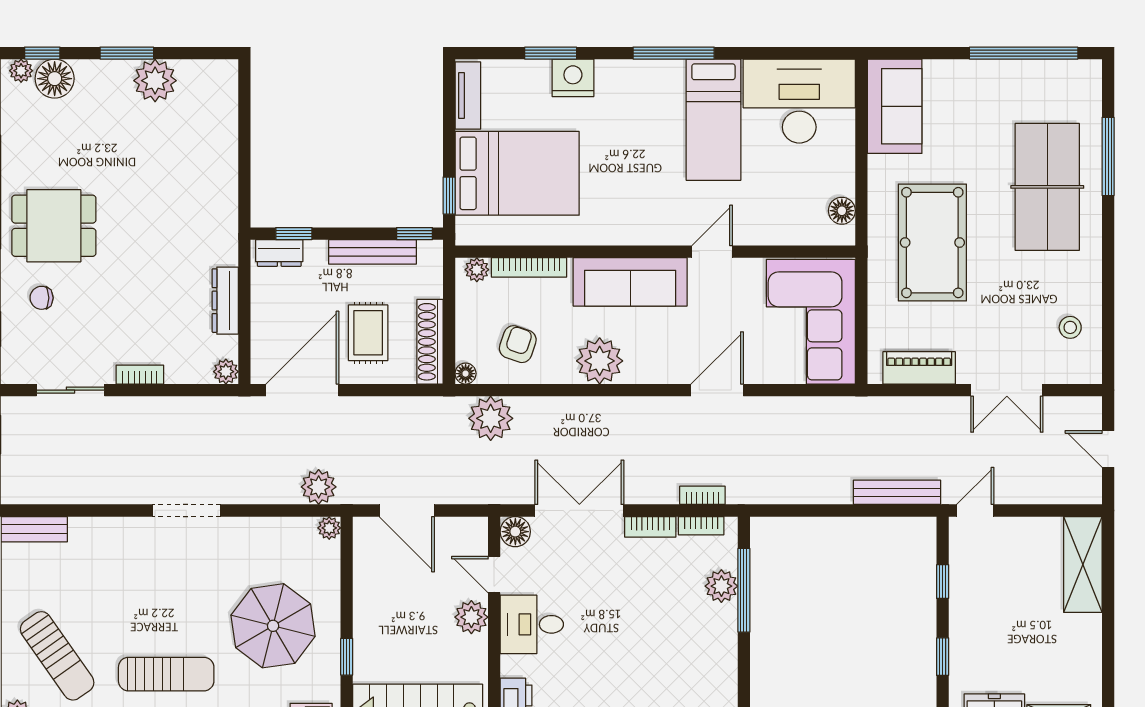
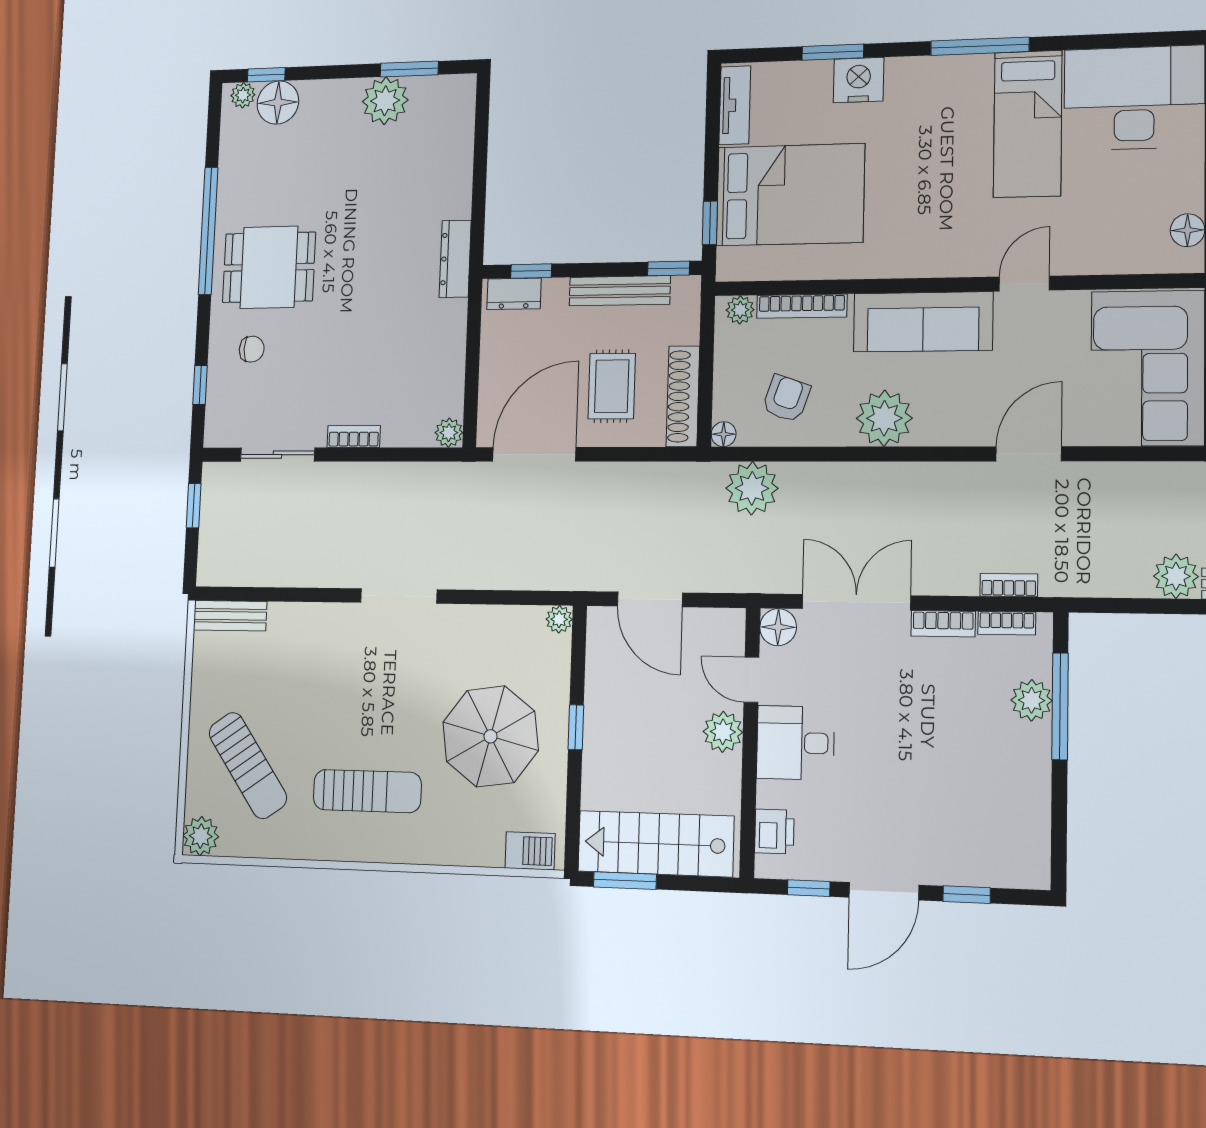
window: (127, 53) -> (409, 69), moved
chair: (42, 298) -> (252, 349), turned 180
dresser: (225, 301) -> (455, 259), moved
plant: (319, 487) -> (1176, 576), moved
window: (347, 657) -> (576, 727), moved

